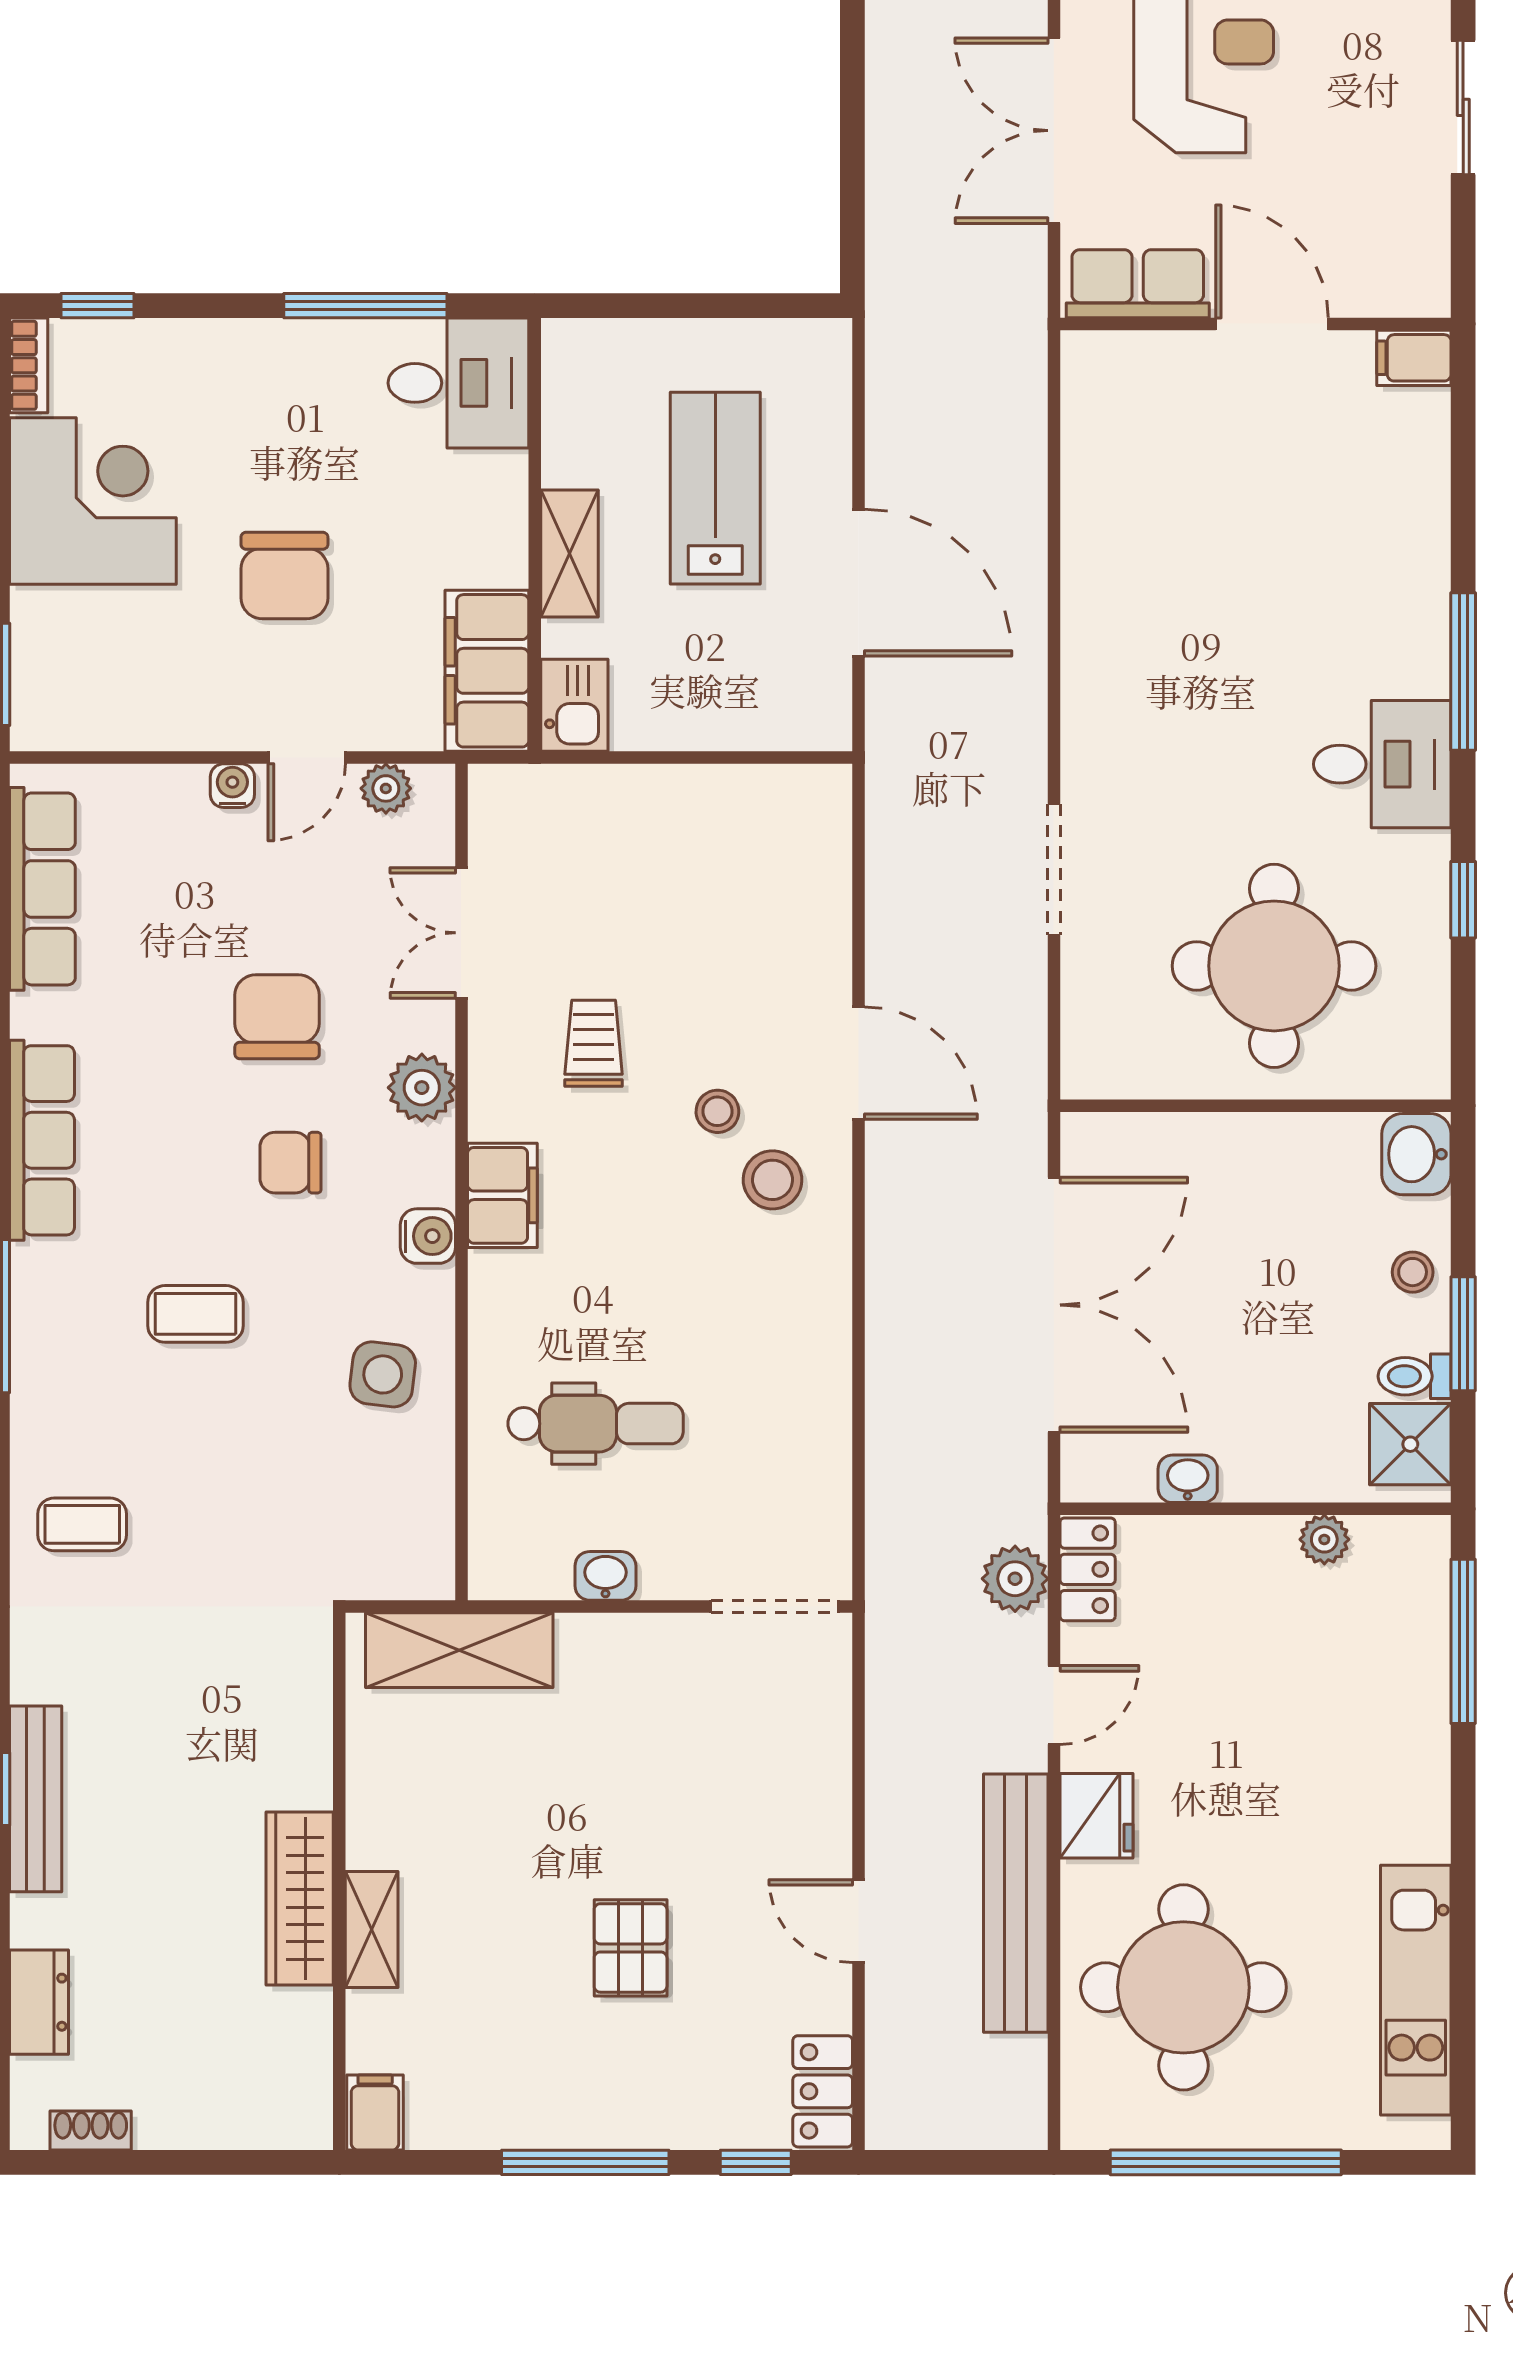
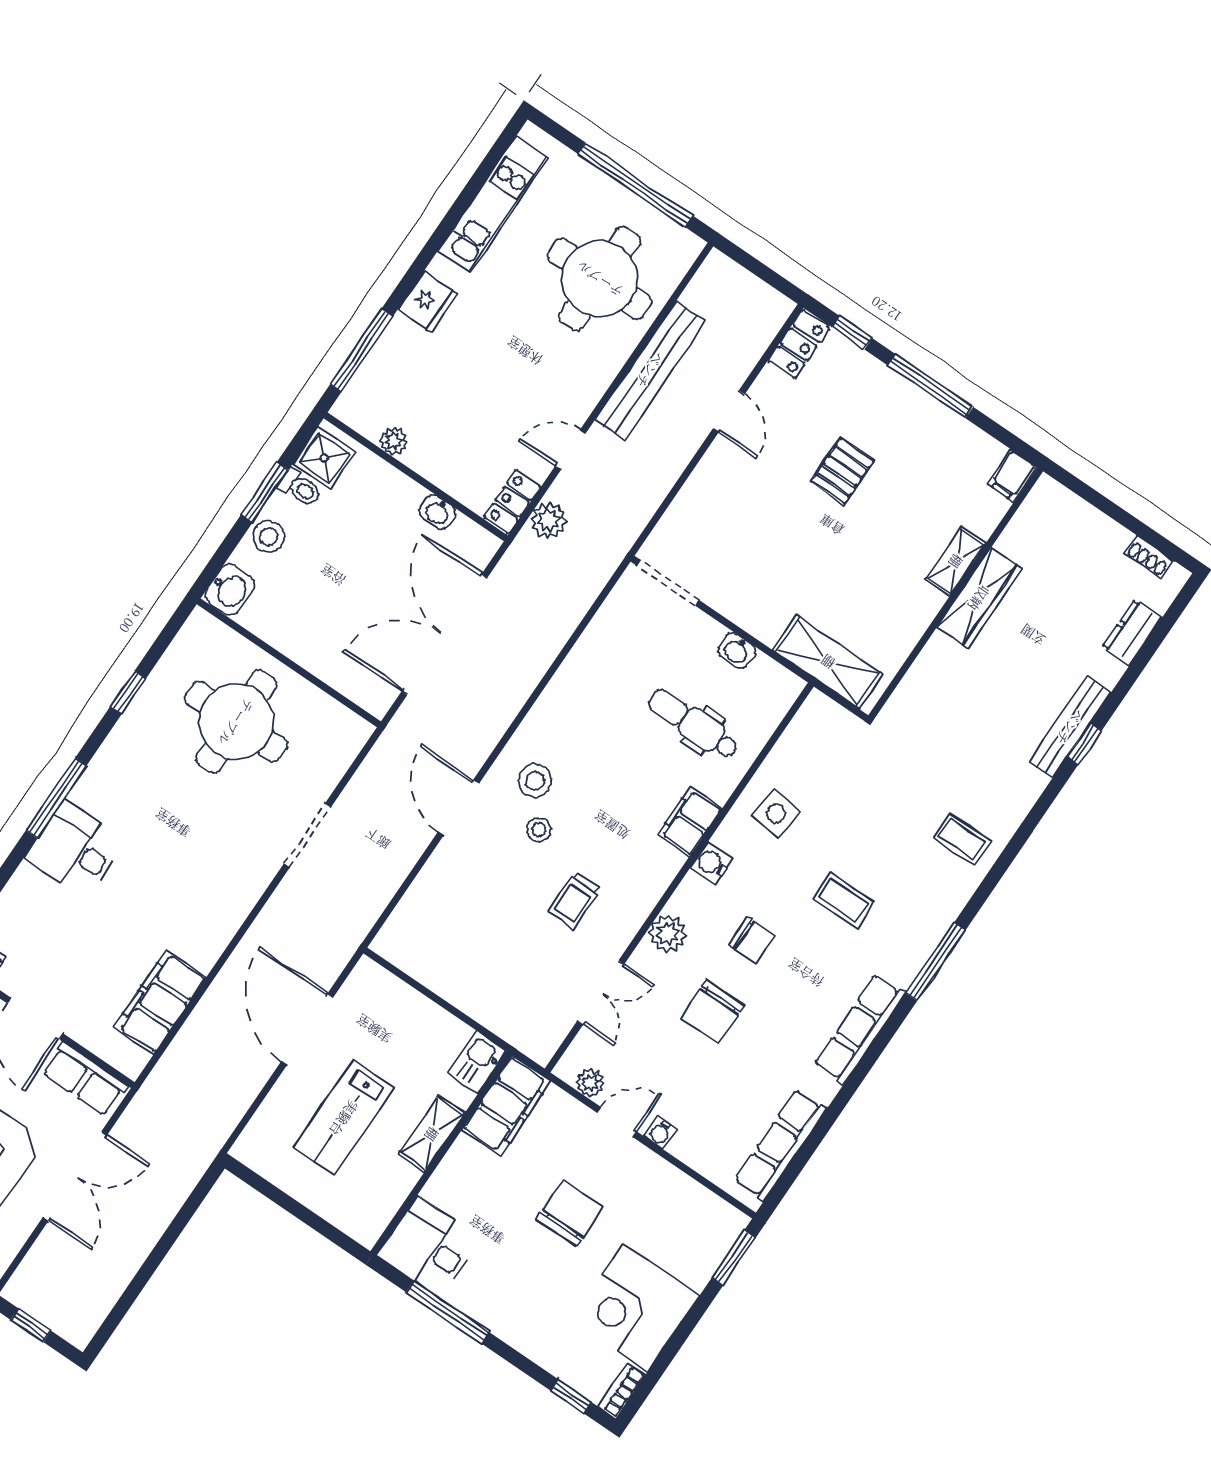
filing cabinet: (1104, 474) -> (160, 1002), added
desk: (1382, 764) -> (76, 850), moved
filing cabinet: (502, 1195) -> (690, 822), moved
stool: (1413, 1272) -> (269, 537), width x1.37, depth x1.37
fridge: (1097, 1816) -> (428, 302), moved, turned 180

